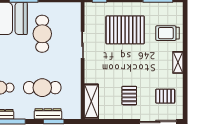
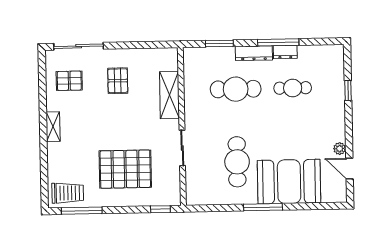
trolley: (167, 33) -> (68, 193), moved
shelving: (91, 101) -> (169, 95), moved
dresser: (48, 114) -> (254, 53), moved

